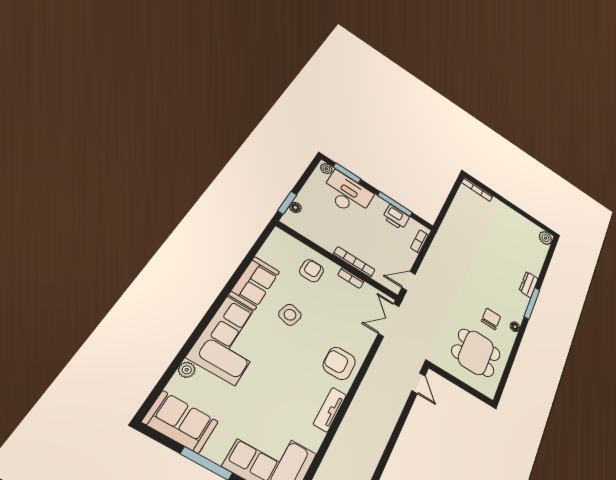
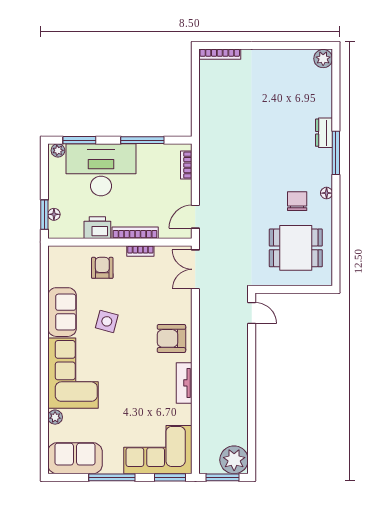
desk: (347, 194) -> (101, 170), width x1.36, depth x1.30
printer: (396, 217) -> (97, 228), moved, turned 180

